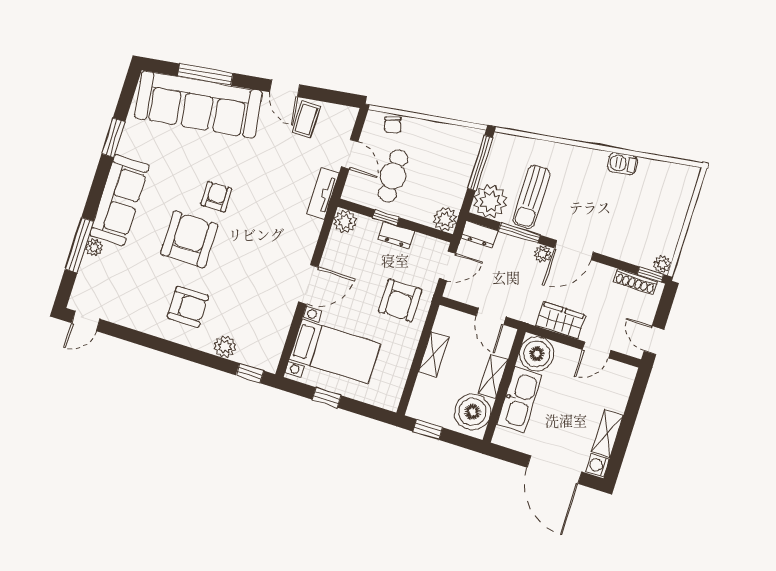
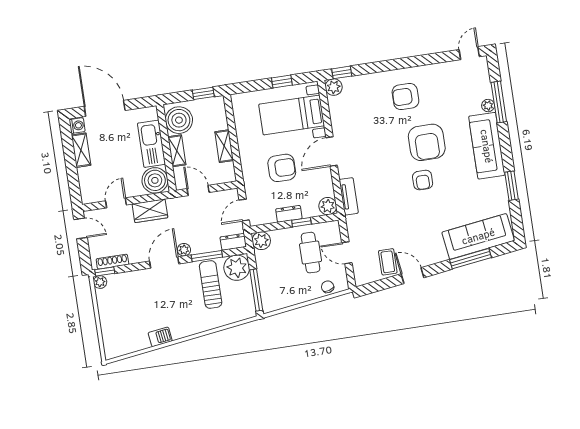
sofa: (198, 105) -> (478, 236), width x0.74, depth x0.79
tv unit: (323, 193) -> (349, 196), moved
armchair: (400, 300) -> (282, 168), moved, turned 90
plant: (225, 347) -> (334, 87), moved

